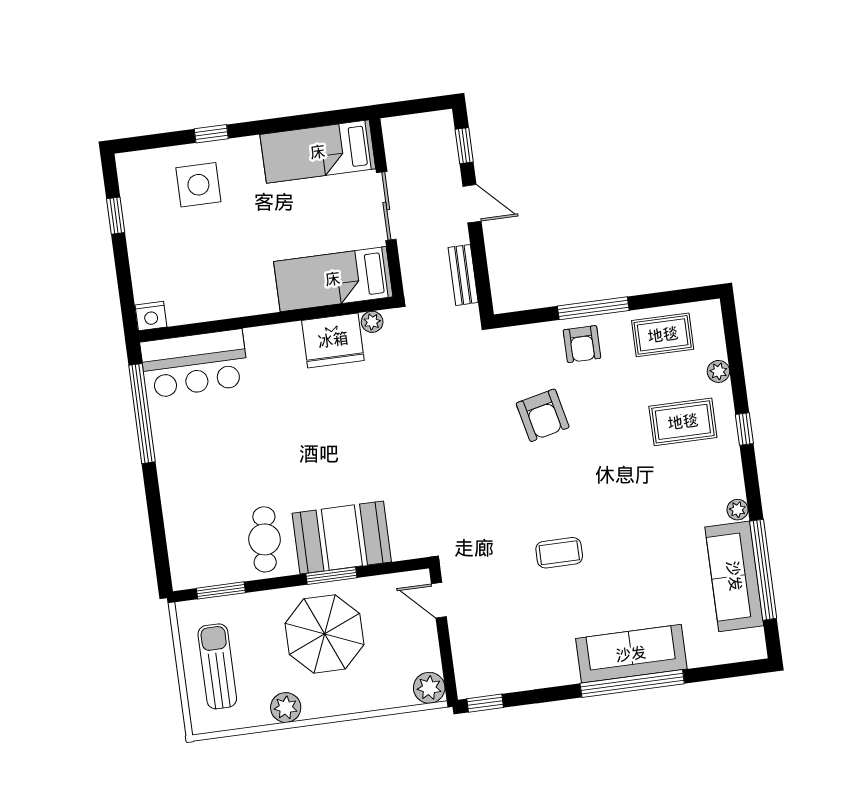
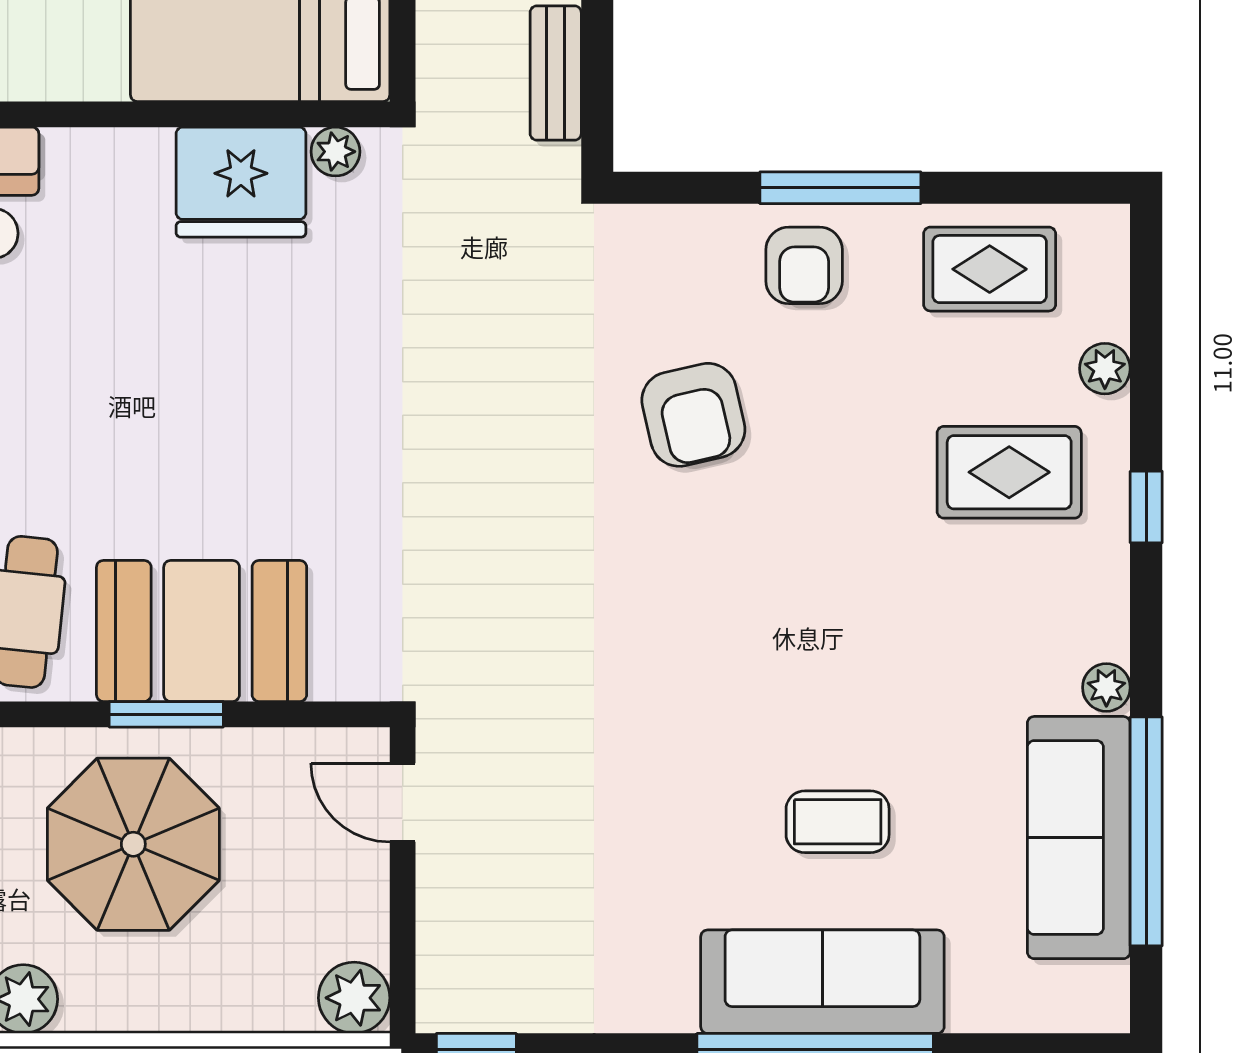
coffee table: (559, 553) -> (838, 822), moved

